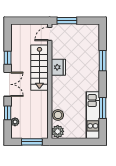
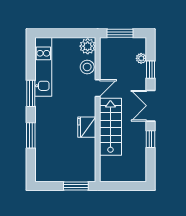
door: (50, 34) -> (98, 88), moved
window: (103, 108) -> (31, 93), moved

